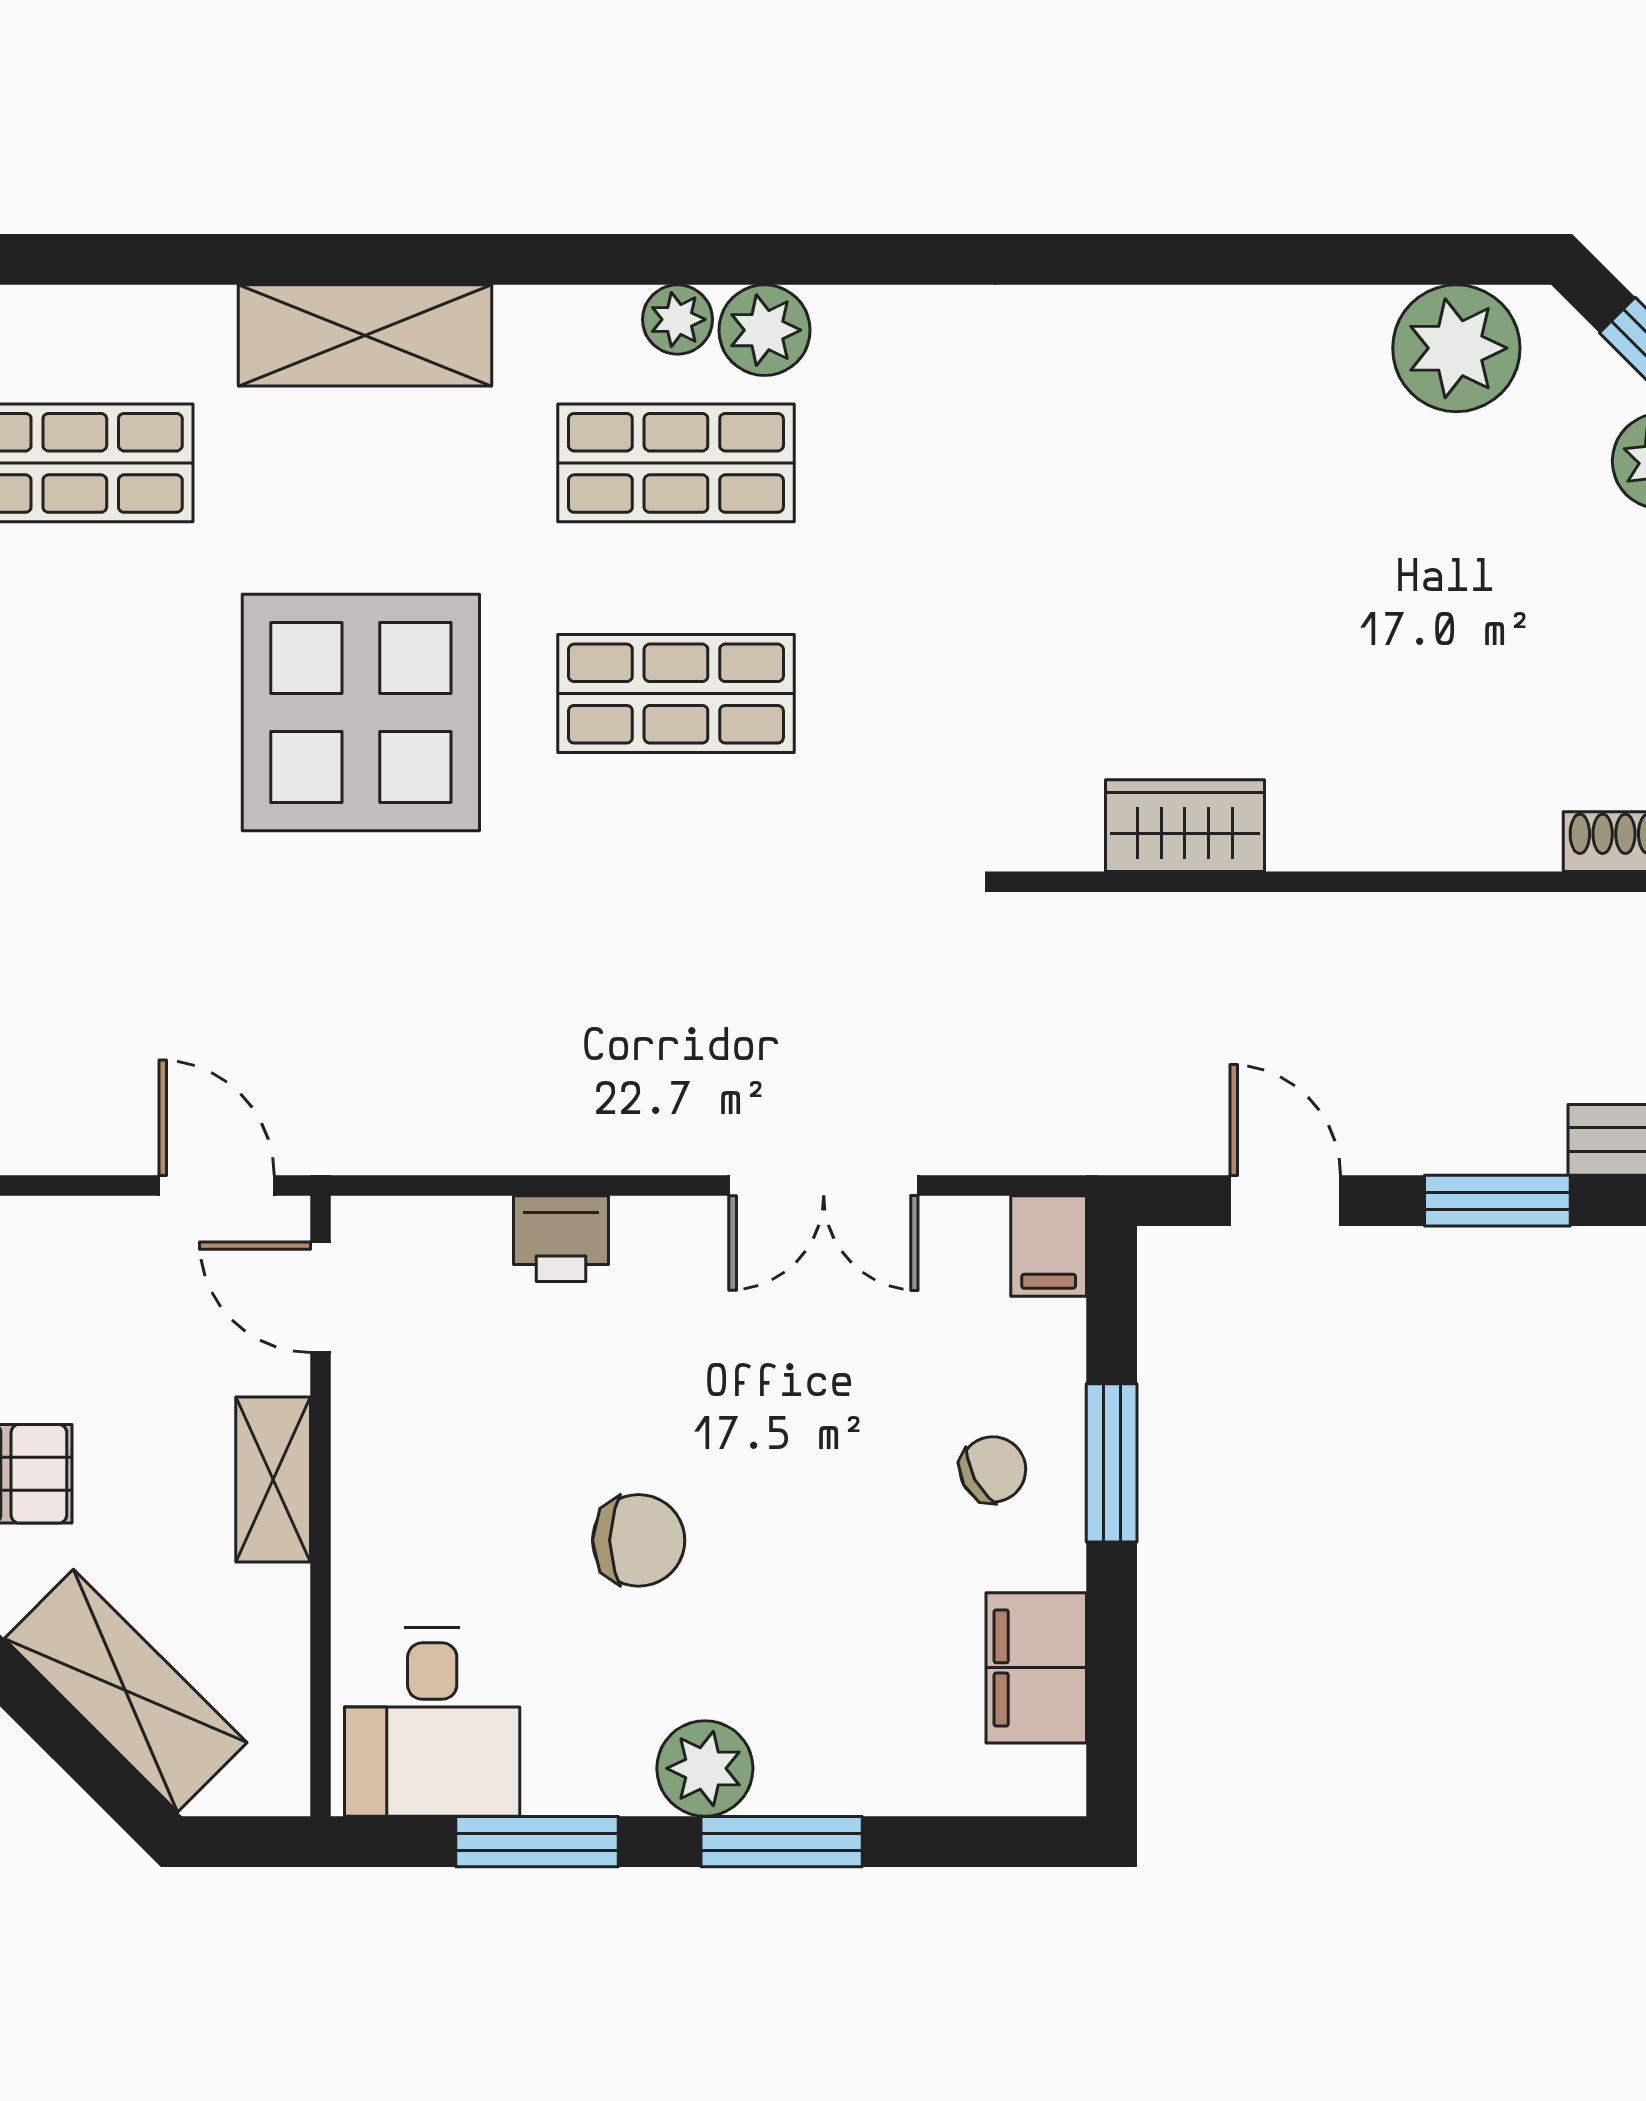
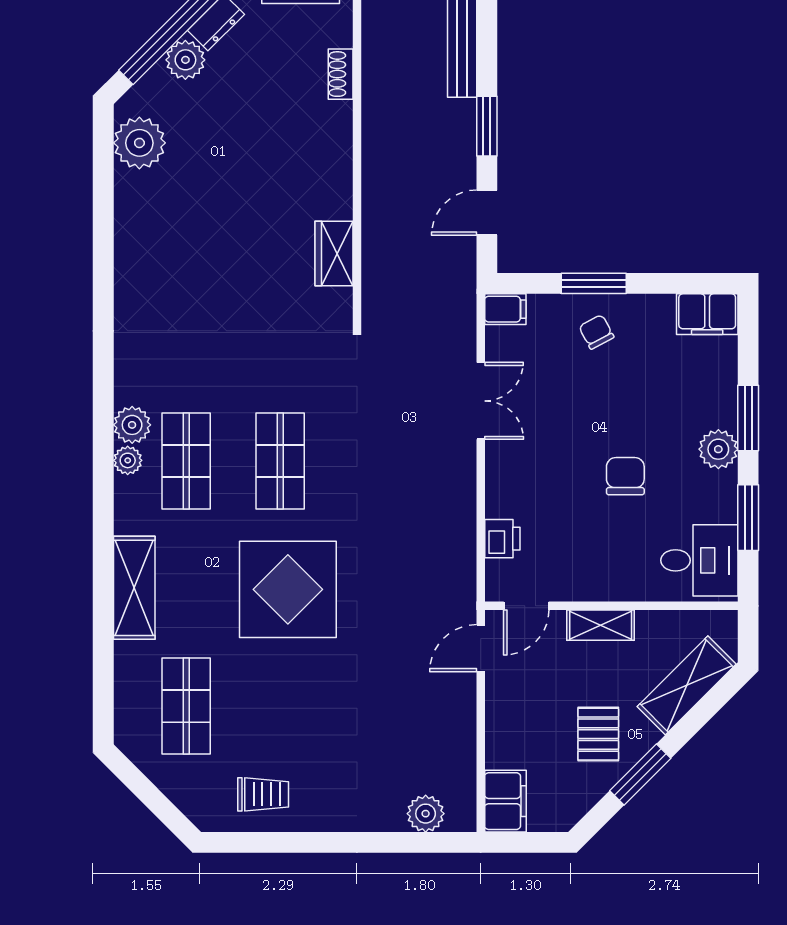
printer: (561, 1239) -> (502, 539), moved
filing cabinet: (1036, 1668) -> (707, 314), moved

